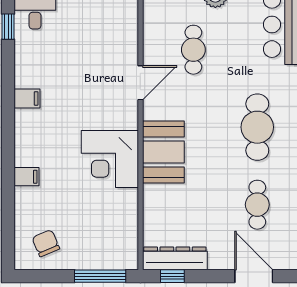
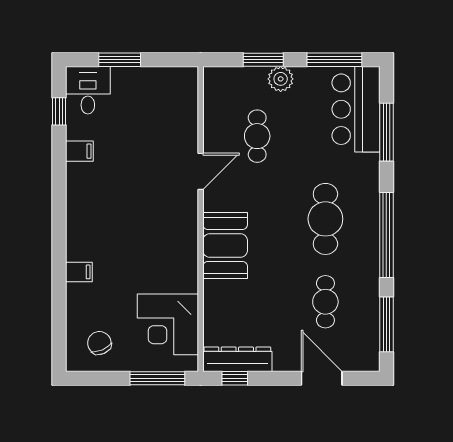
filing cabinet: (27, 98) -> (79, 151), moved
corner desk: (110, 159) -> (168, 324), moved

